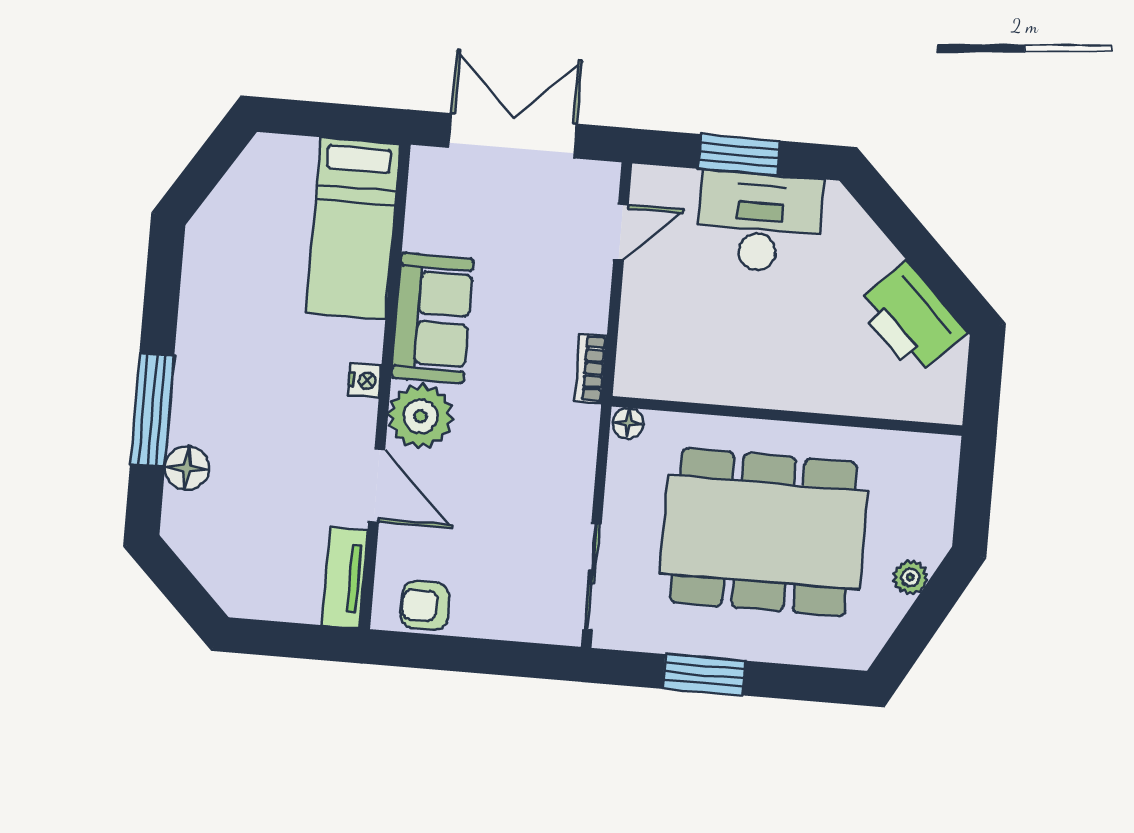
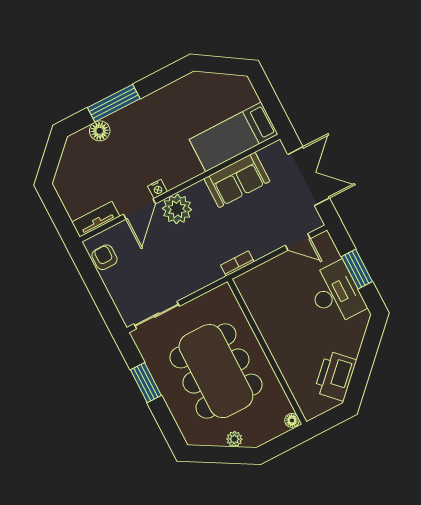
sofa: (432, 318) -> (237, 180), moved
nightstand: (365, 380) -> (157, 189), moved
floor lamp: (628, 423) -> (292, 420), moved

